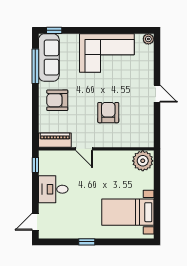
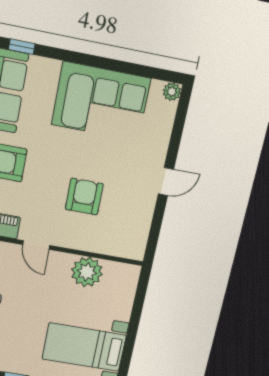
door: (157, 94) -> (166, 182), hinge flipped
plant: (143, 161) -> (87, 272), moved

